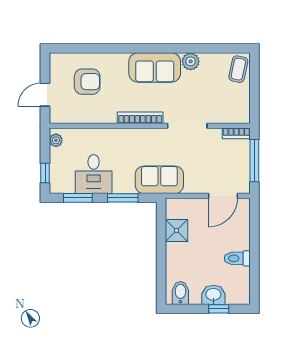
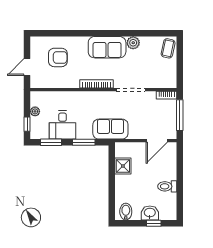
plant: (56, 140) -> (35, 111), moved

